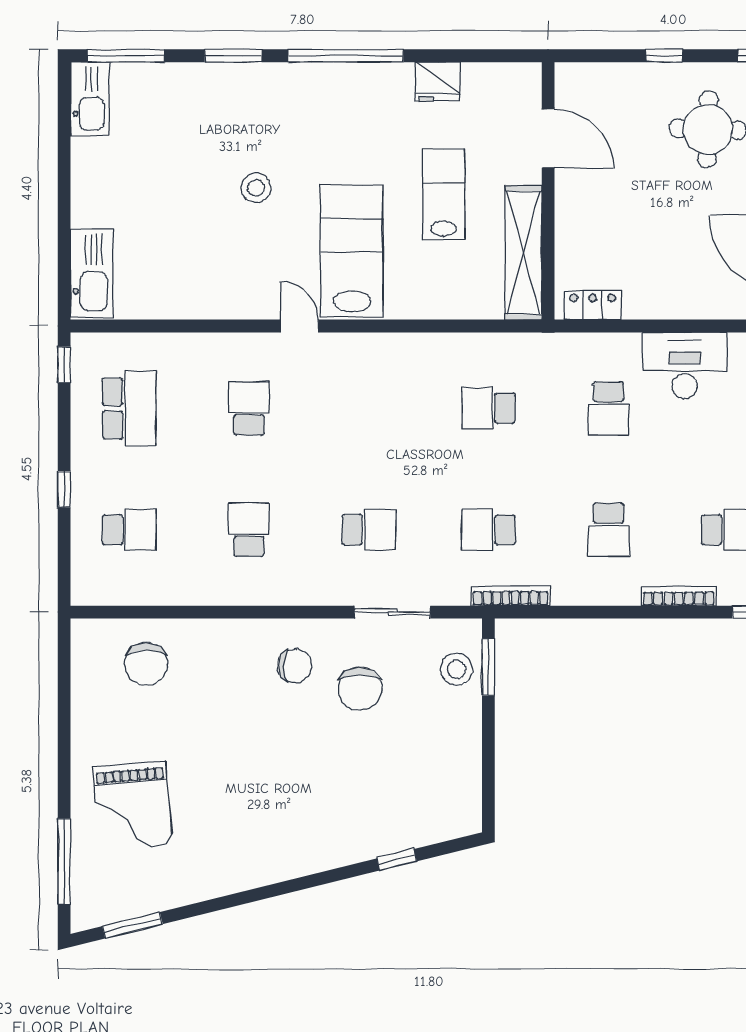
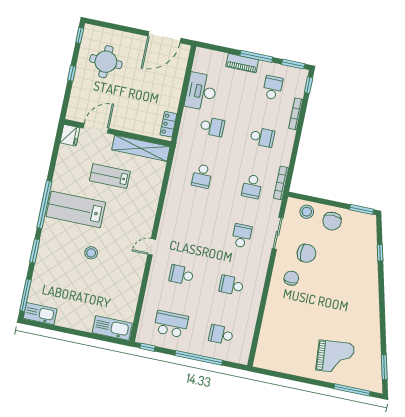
fridge: (438, 81) -> (70, 135), moved
lab bench: (352, 251) -> (76, 209), moved
window: (64, 489) -> (199, 358), width x3.17
school desk: (129, 530) -> (221, 335), turned -90
chair: (146, 664) -> (332, 221), moved, turned 90
window: (488, 667) -> (362, 209), moved

